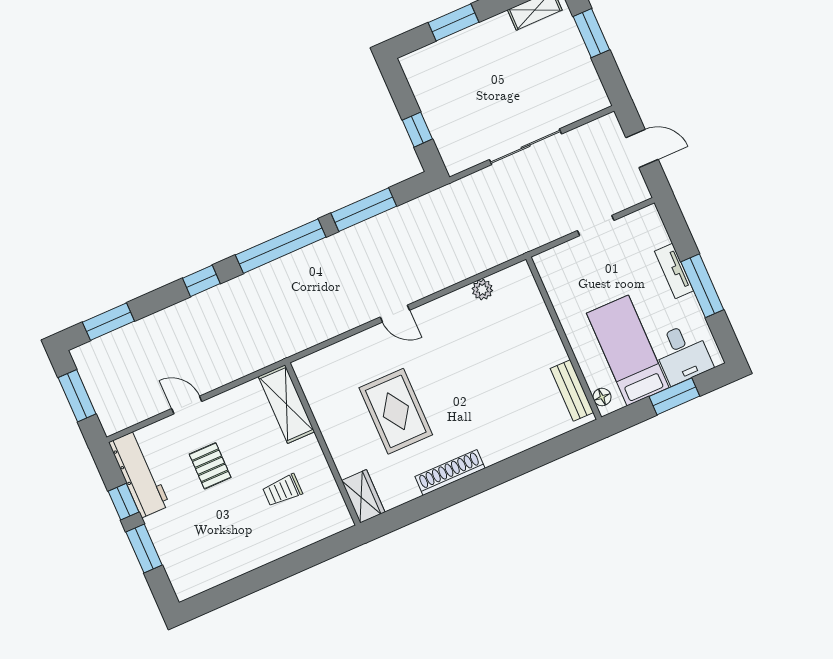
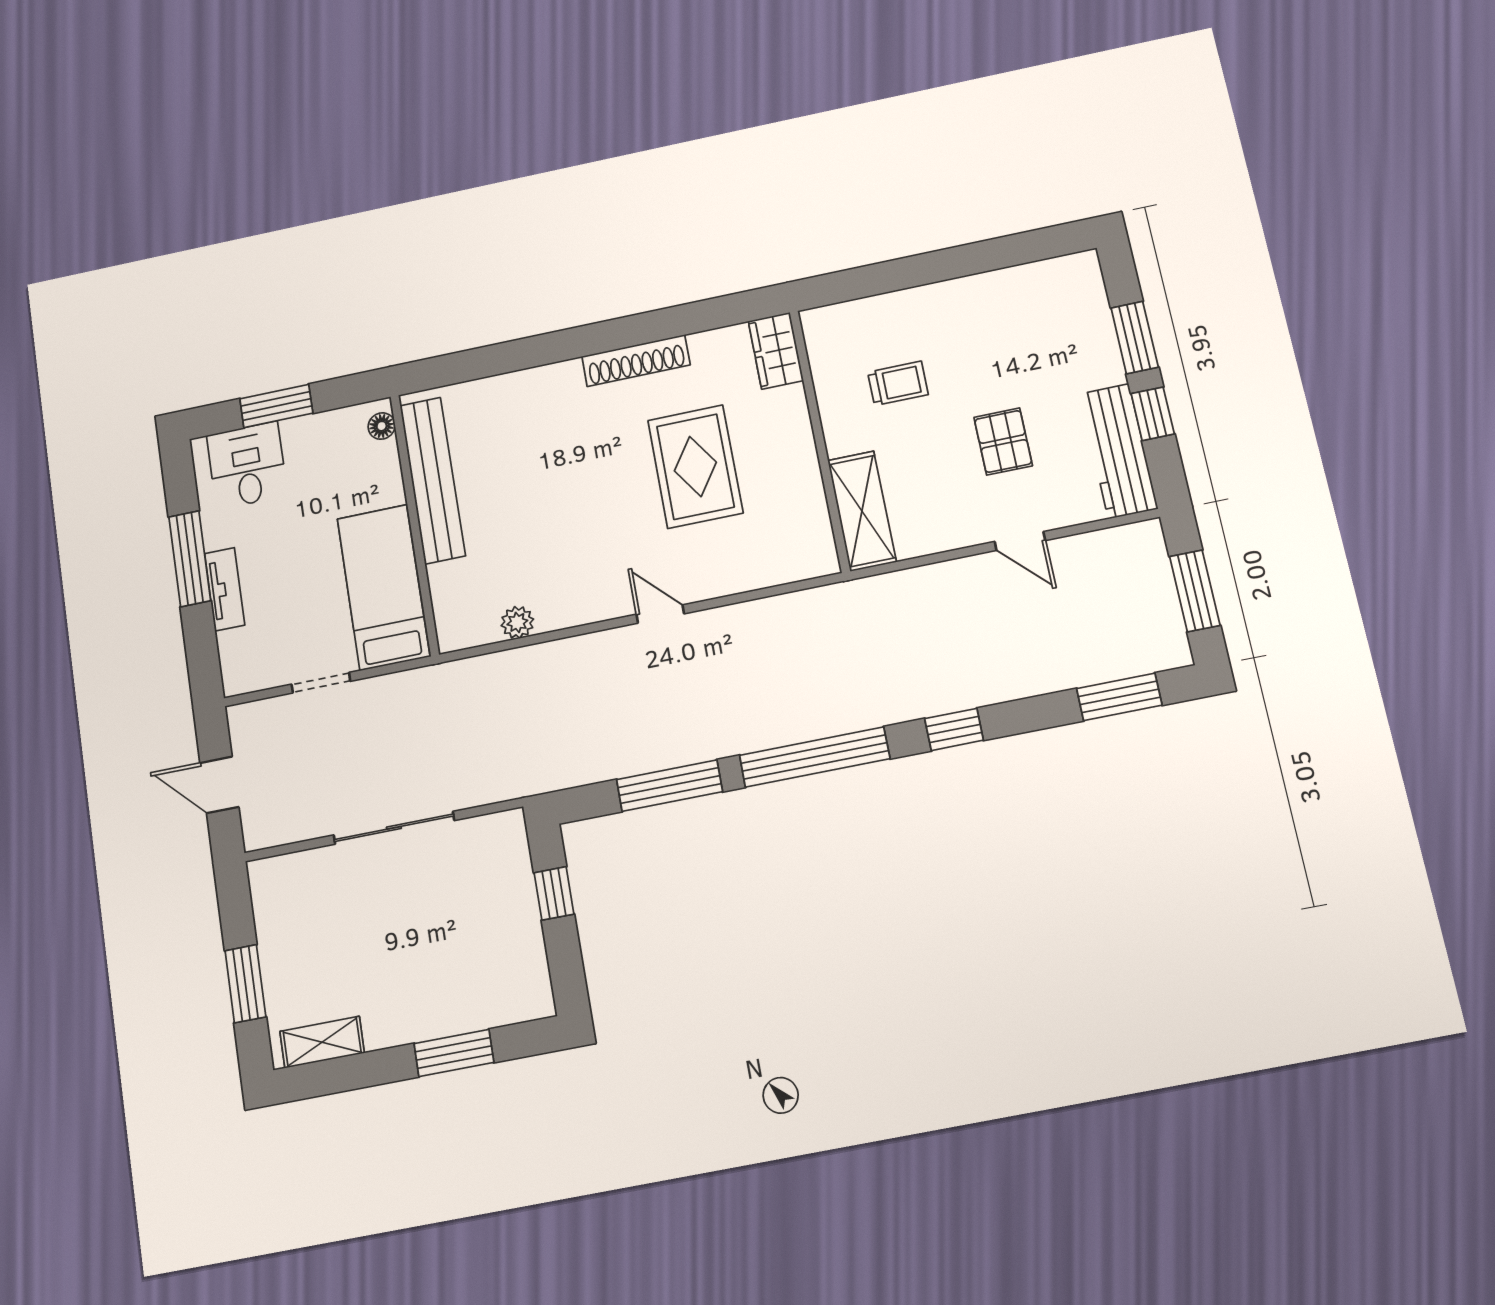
bed: (628, 350) -> (383, 587), moved, turned 180
bench: (572, 390) -> (433, 480), width x1.86, depth x1.21

